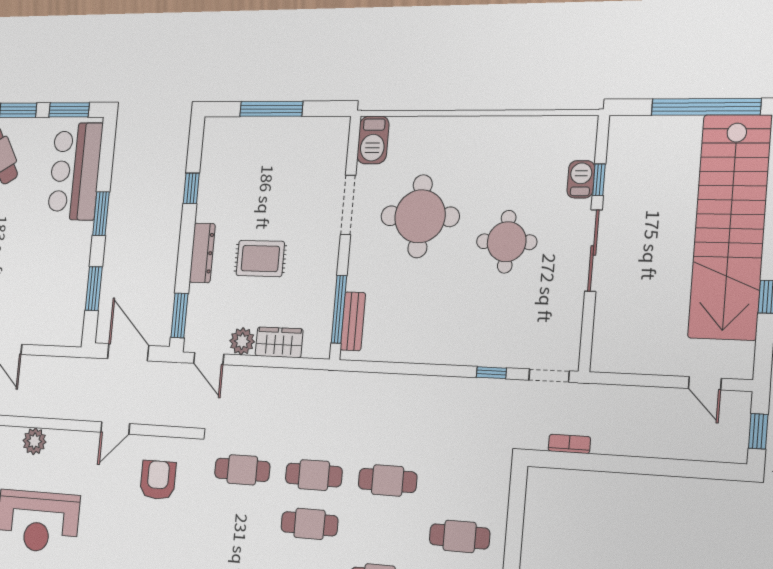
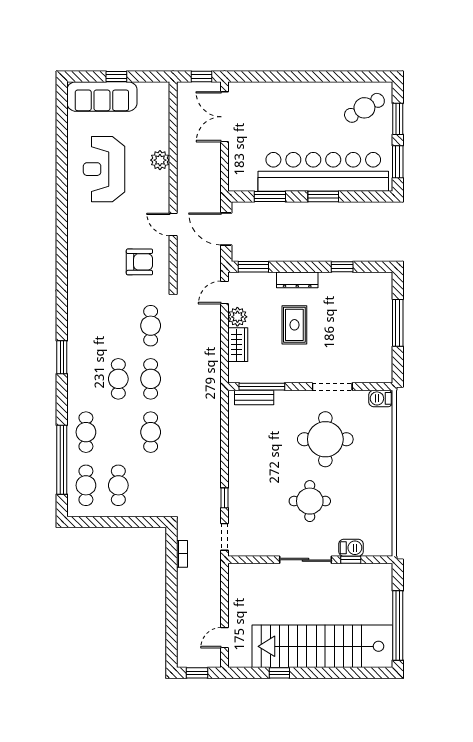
barbecue: (373, 140) -> (381, 398), width x0.73, depth x0.79
bar counter: (75, 171) -> (323, 172), width x1.86
door: (128, 352) -> (226, 229), swing flipped

